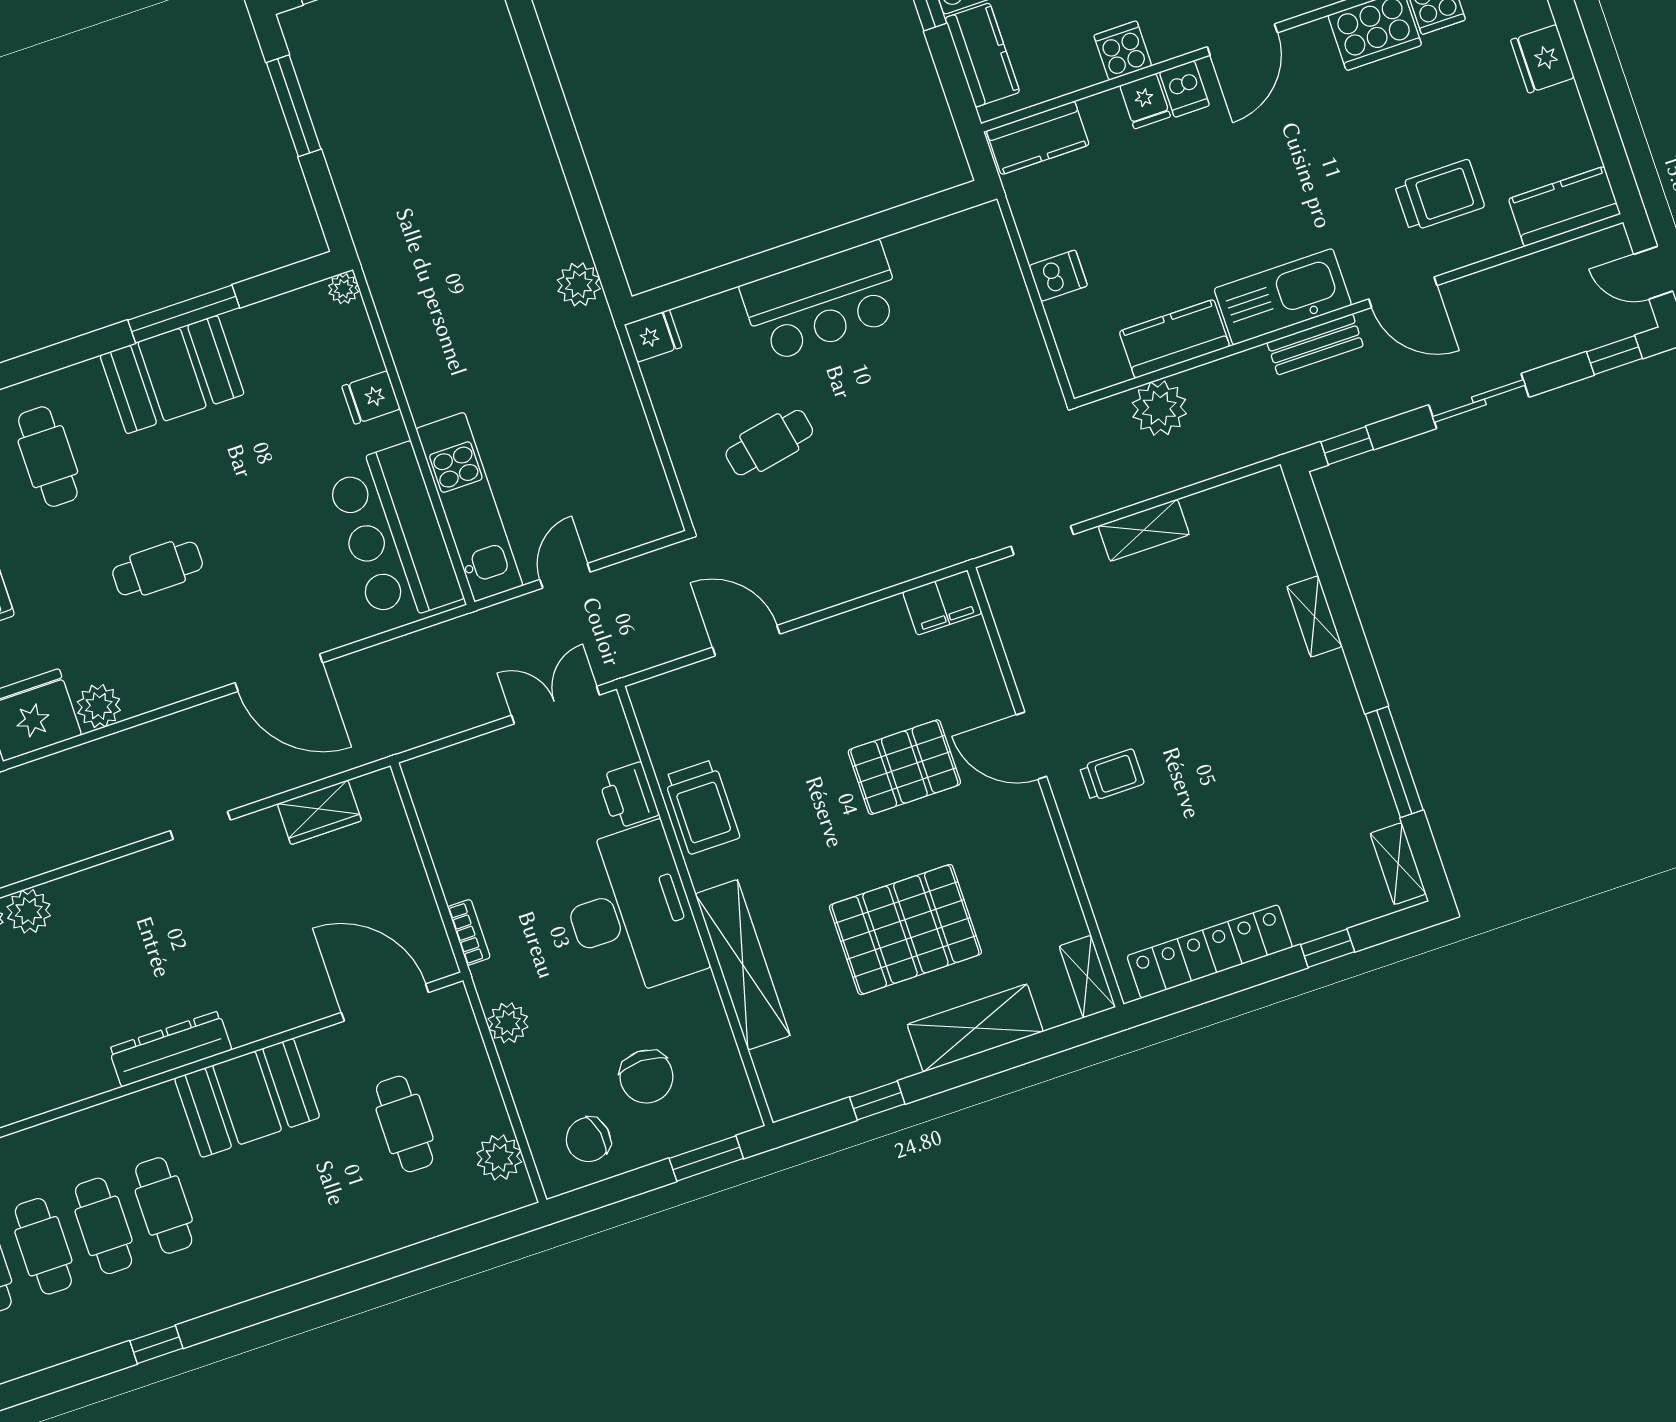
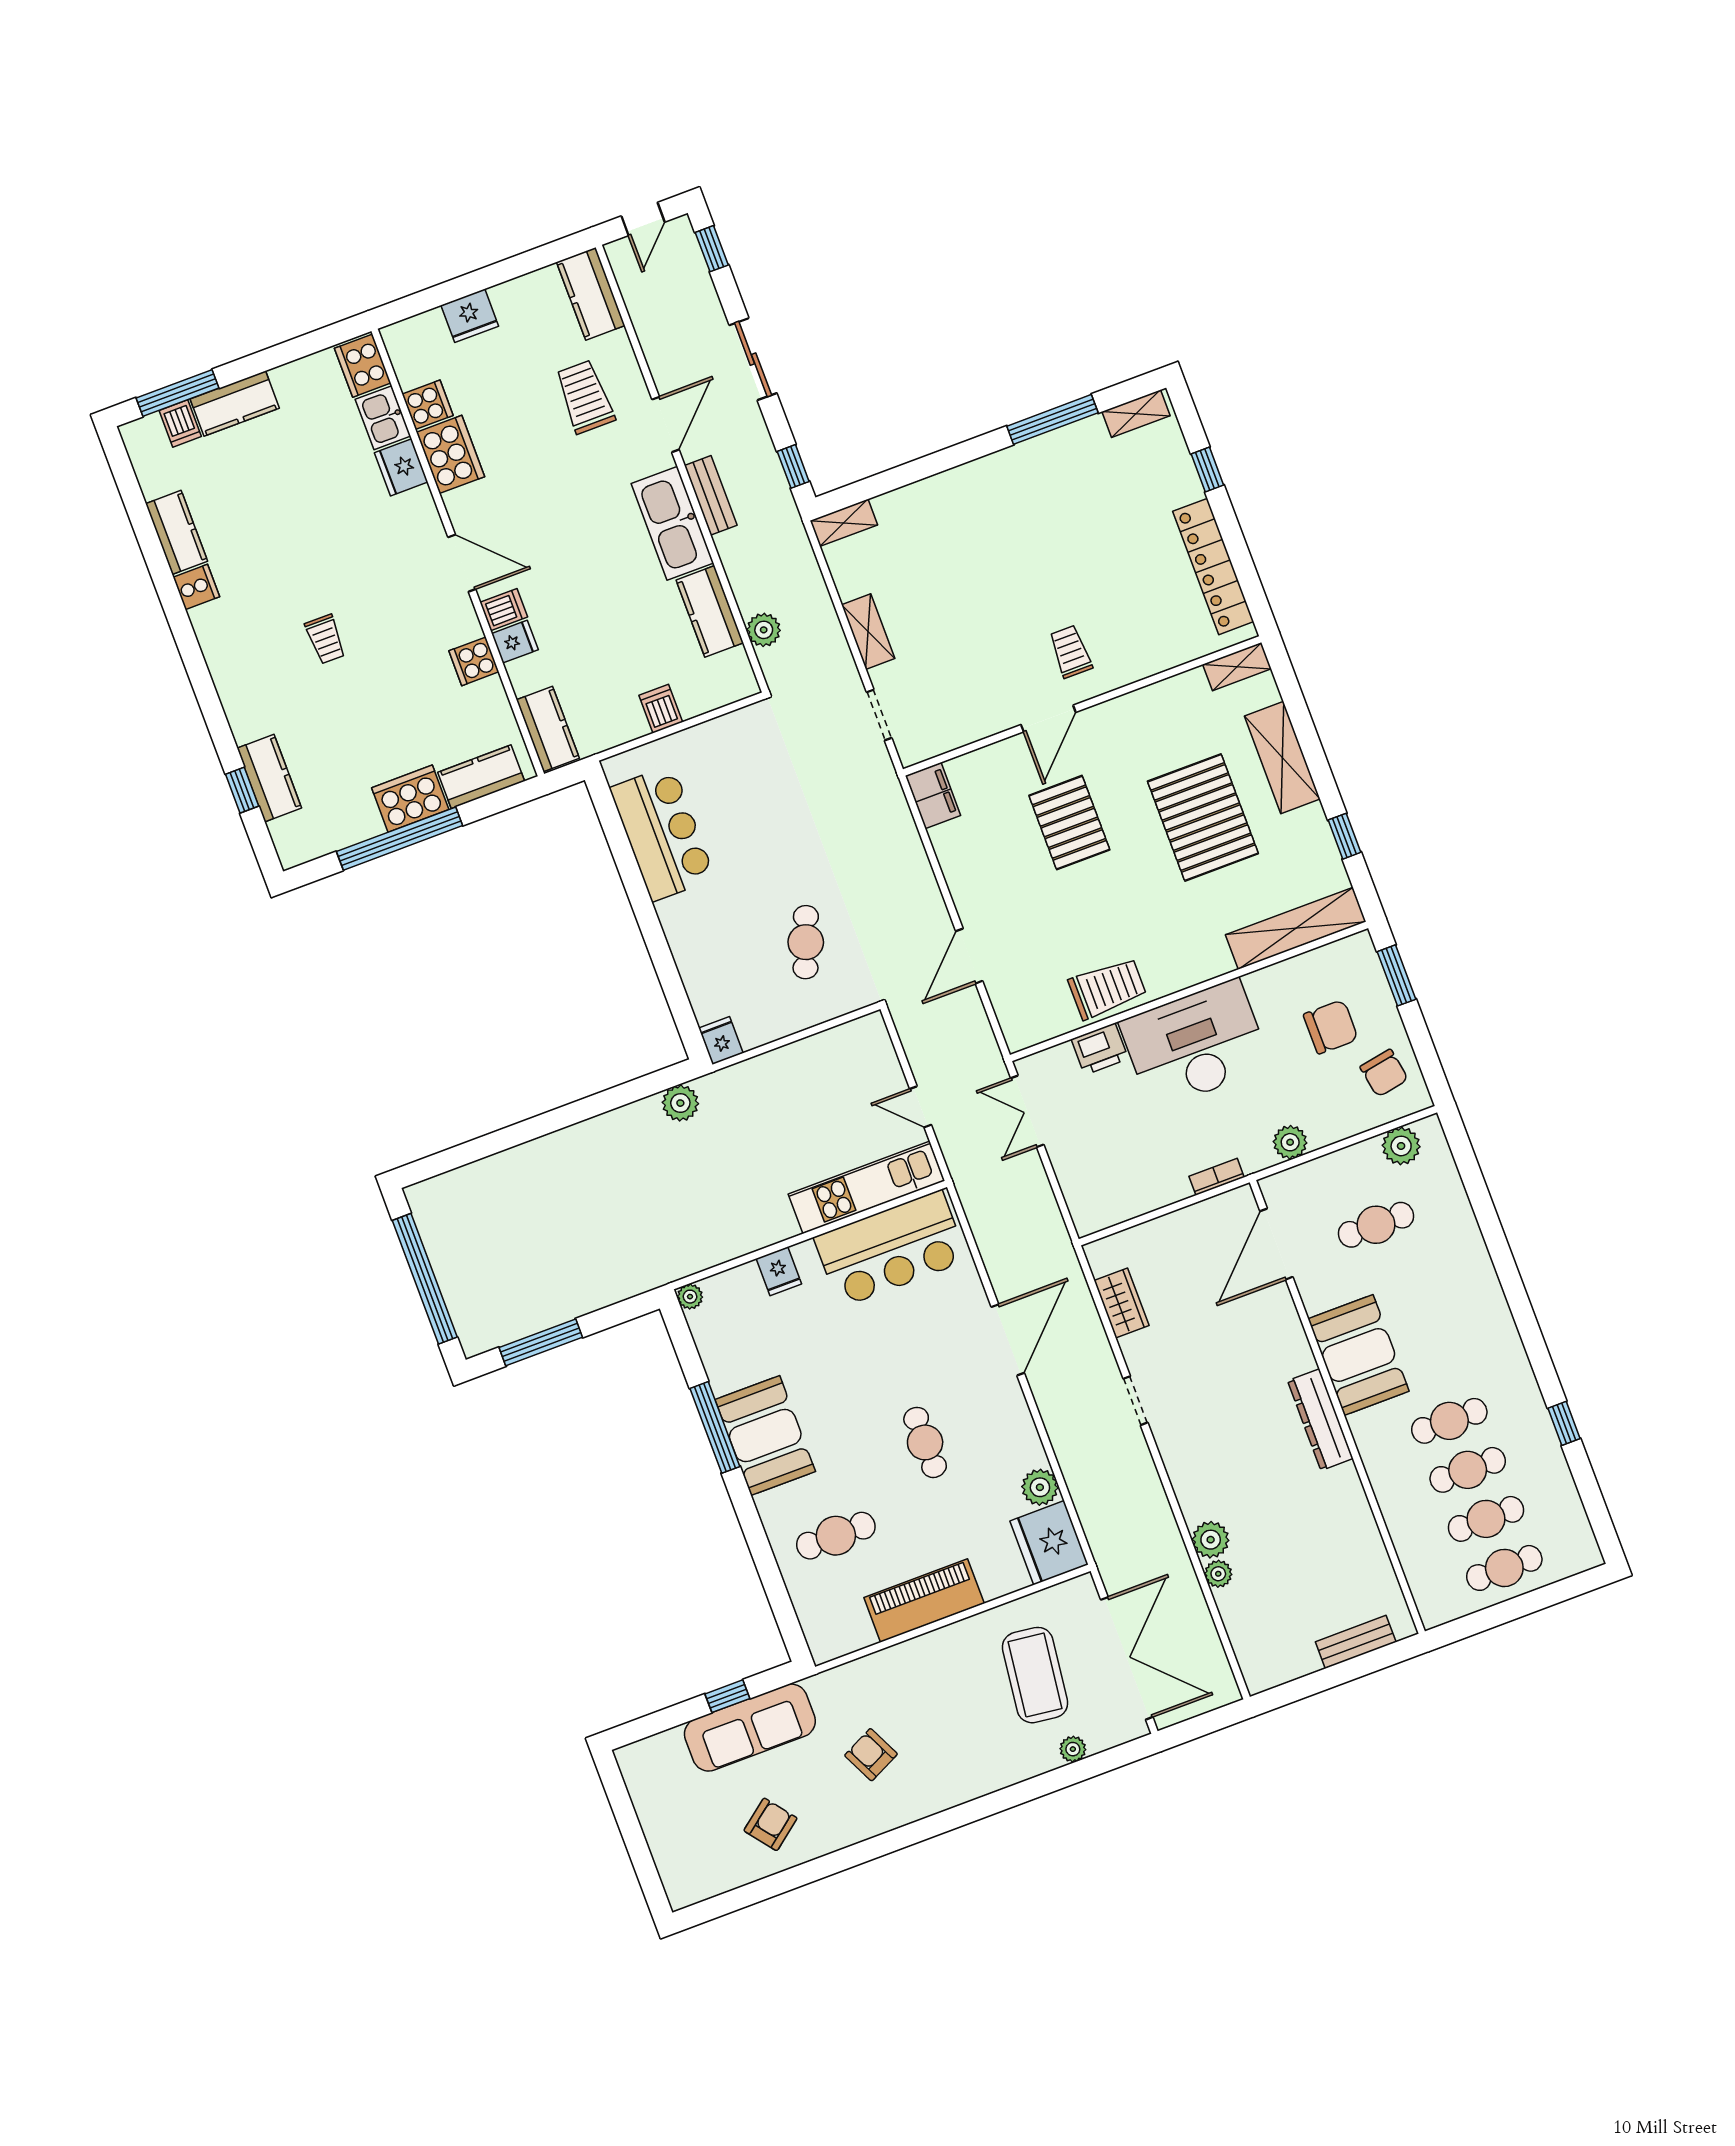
bar counter: (822, 301) -> (662, 833), moved
plant: (1159, 408) -> (764, 630), width x0.73, depth x0.73
cafe table: (769, 443) -> (806, 942), turned 32
shelving: (1314, 616) -> (844, 523), moved
shelving: (743, 965) -> (1296, 928), moved

